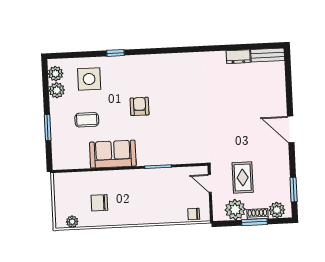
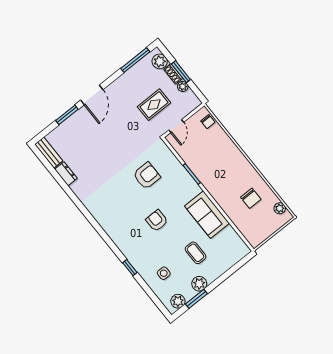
side table: (89, 79) -> (164, 273), width x0.54, depth x0.54
plant: (57, 90) -> (199, 284), moved
window: (289, 95) -> (67, 115), added
armchair: (140, 106) -> (157, 221), turned 90
armchair: (185, 126) -> (147, 176), added
window: (48, 127) -> (196, 299), moved
window: (294, 190) -> (135, 60), width x1.44
plant: (235, 210) -> (183, 87), width x0.53, depth x0.53

